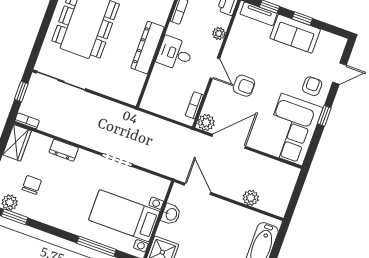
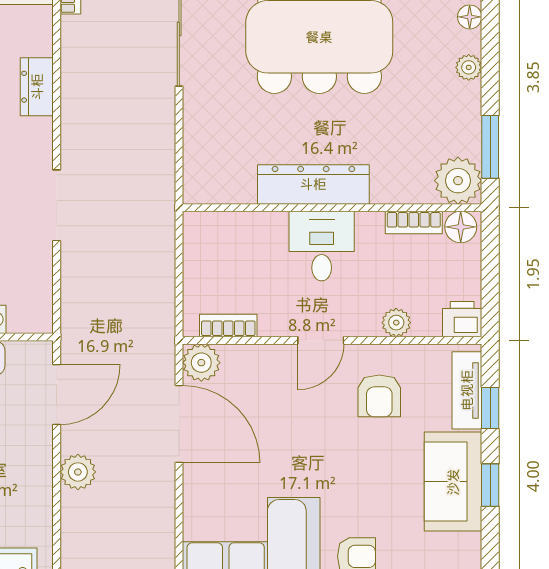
armchair: (244, 86) -> (379, 396), moved
plant: (251, 198) -> (78, 472), moved

